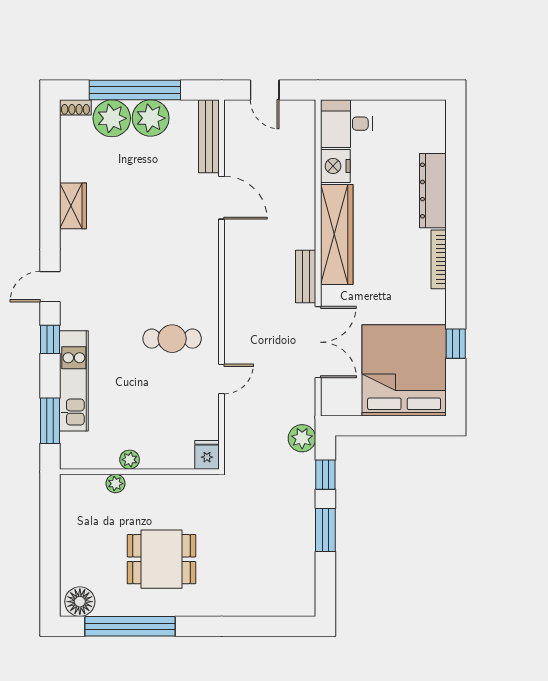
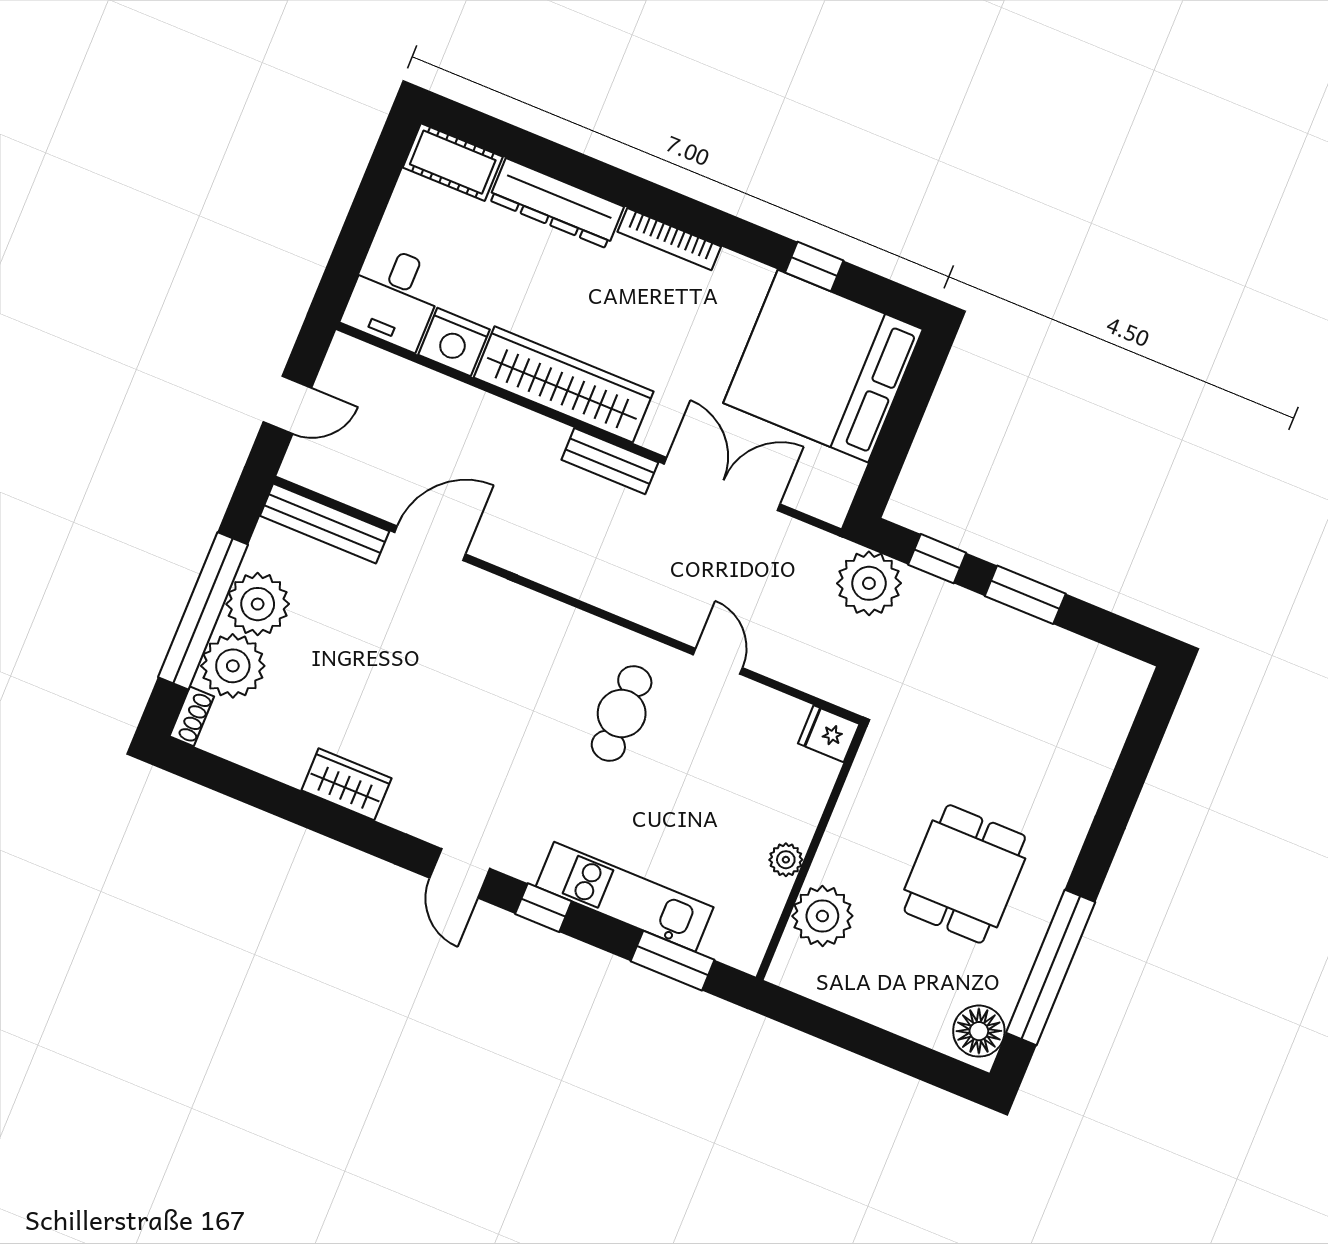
cot: (432, 126) -> (453, 162), added
plant: (302, 438) -> (869, 583), width x1.36, depth x1.36
plant: (116, 484) -> (822, 916), width x1.88, depth x1.88

